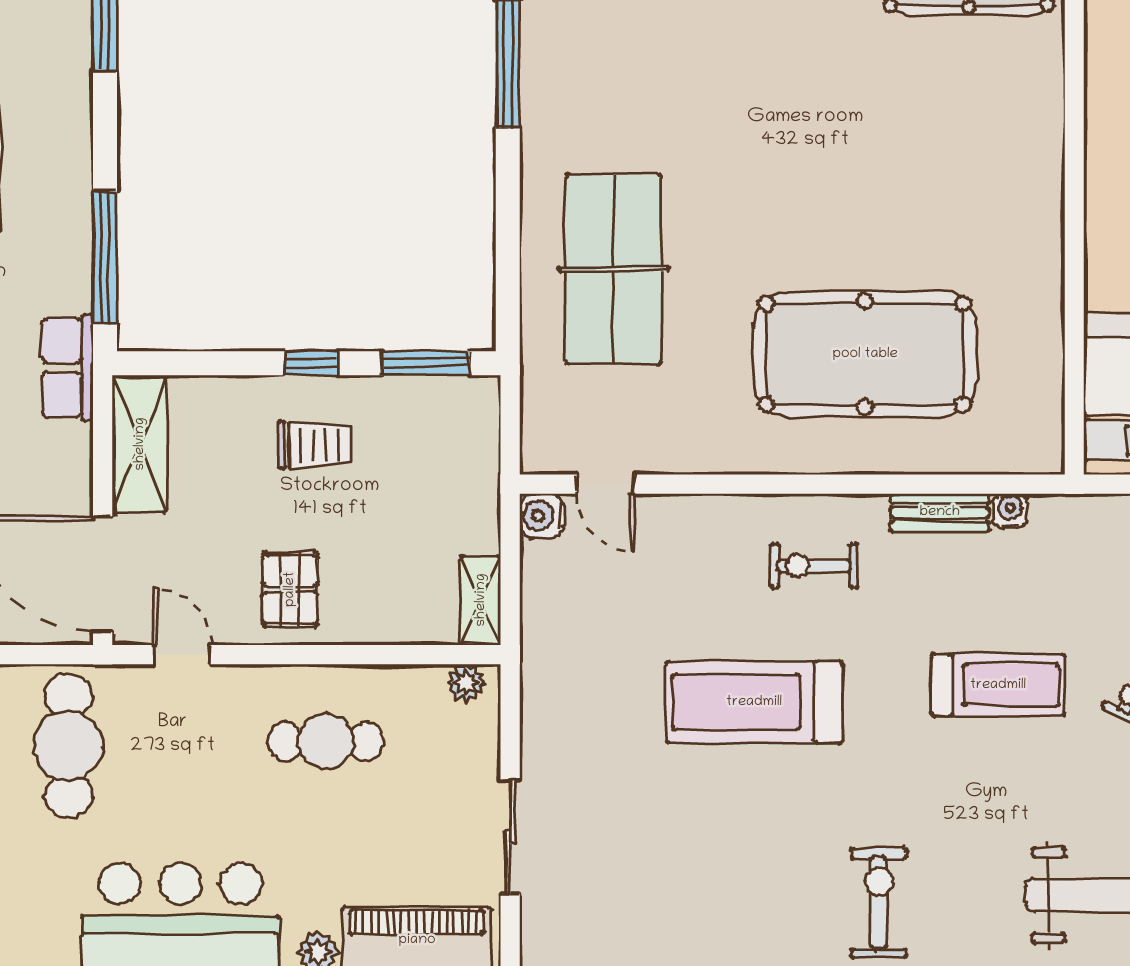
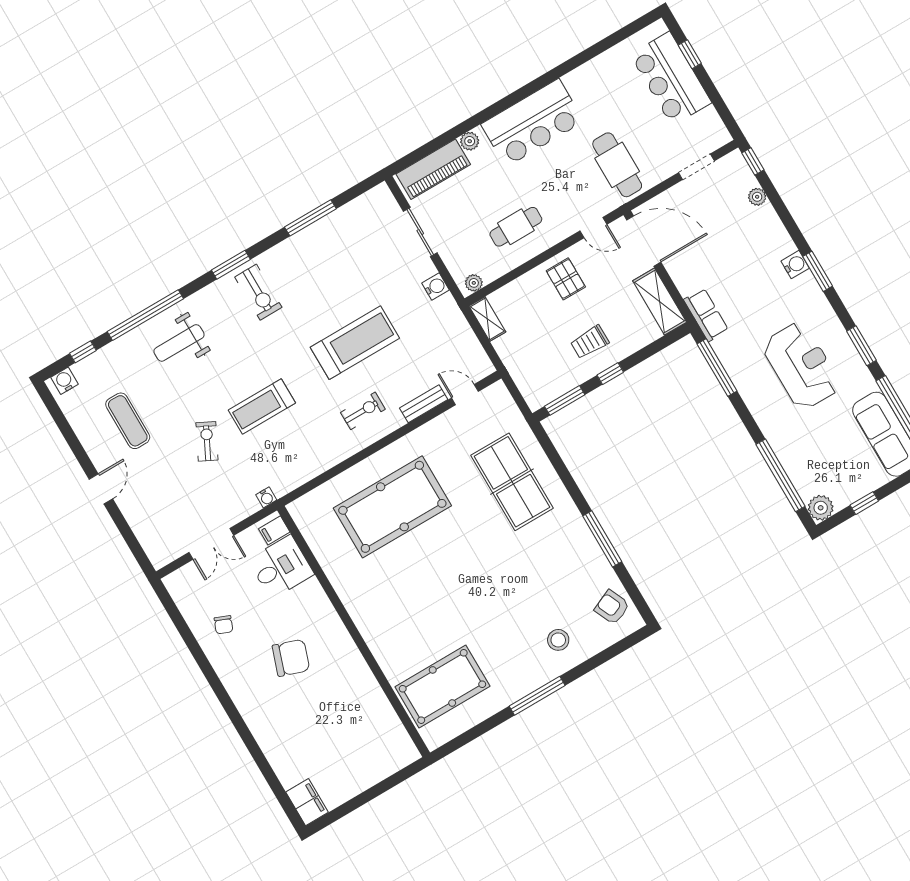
water cooler: (1010, 510) -> (266, 497), moved
bench: (940, 512) -> (424, 404), moved
water cooler: (542, 516) -> (436, 287), moved

